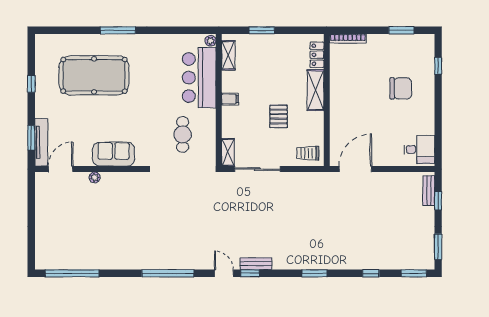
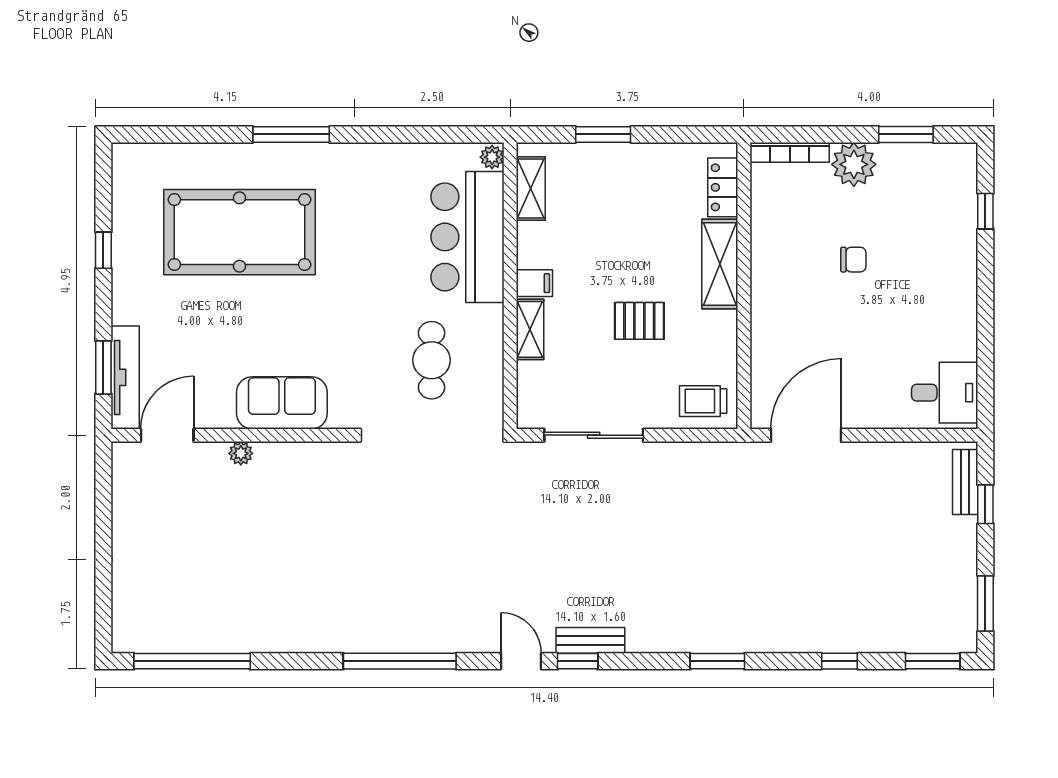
plant: (377, 44) -> (854, 164), added
chair: (401, 88) -> (853, 260), moved, width x0.54, depth x0.54
pallet: (278, 116) -> (639, 321), turned 90
shelving: (228, 152) -> (530, 329), moved

